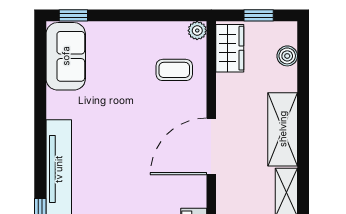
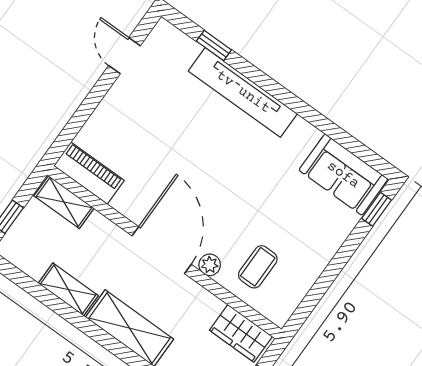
plant: (197, 31) -> (210, 265), moved

